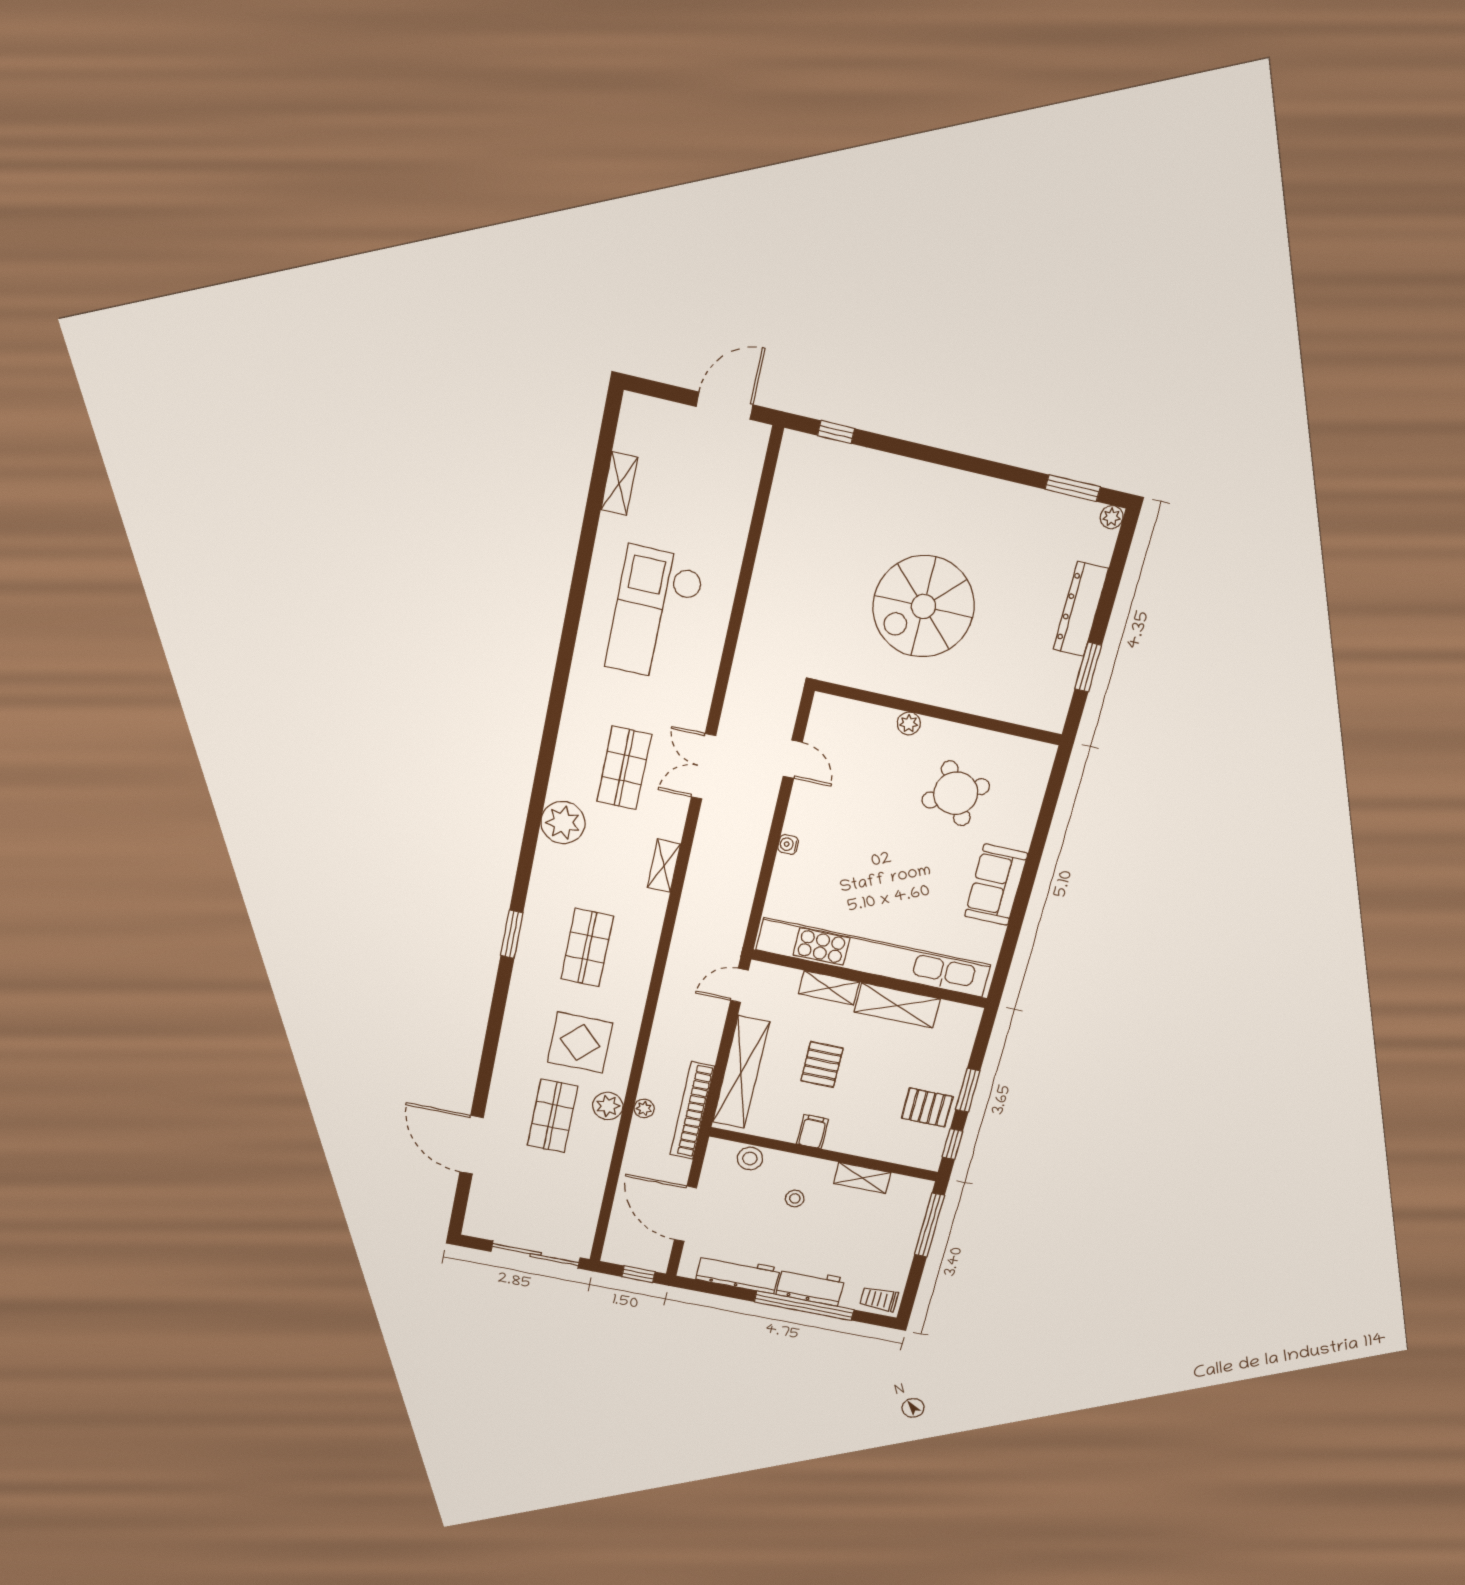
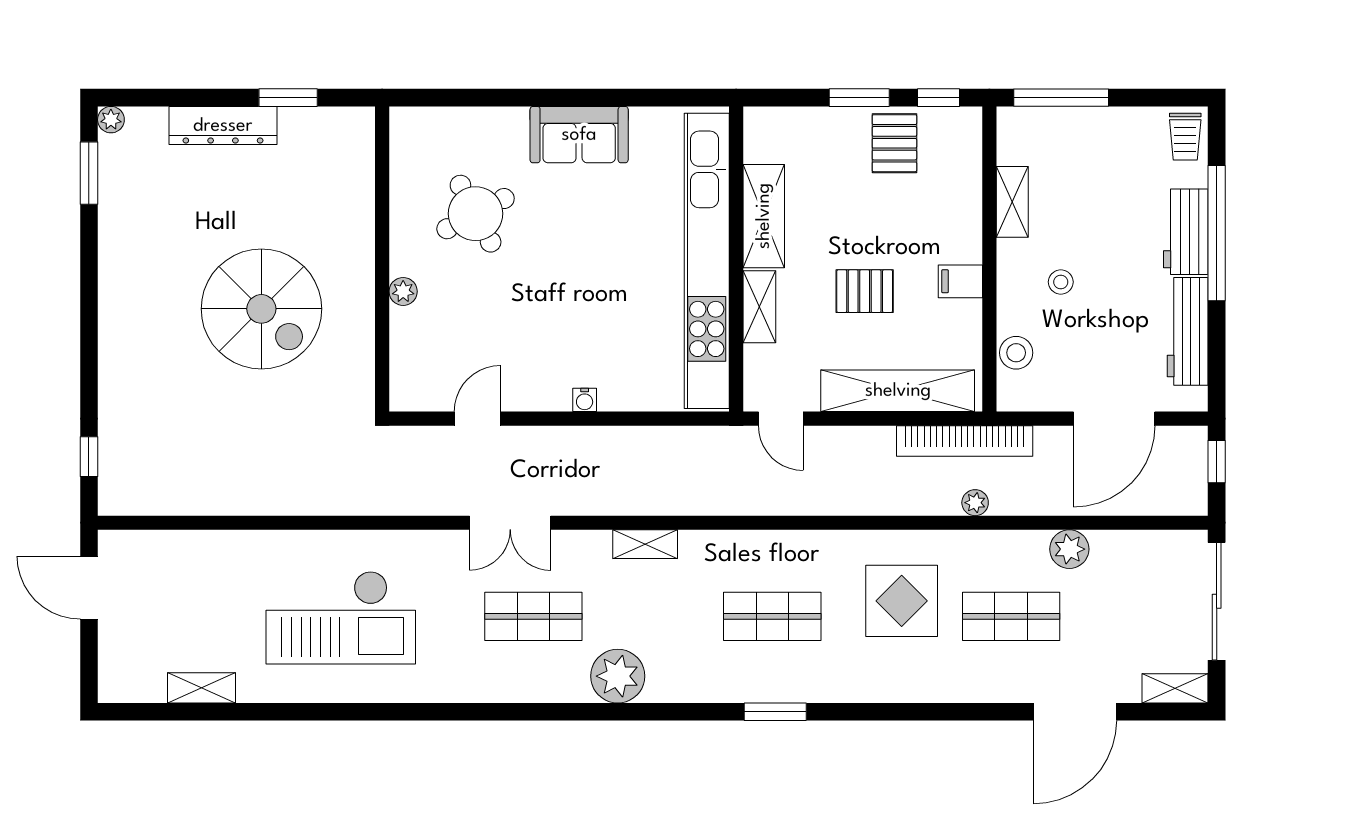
plant: (608, 1106) -> (1069, 549), moved
shelving: (476, 1215) -> (1175, 688), added

